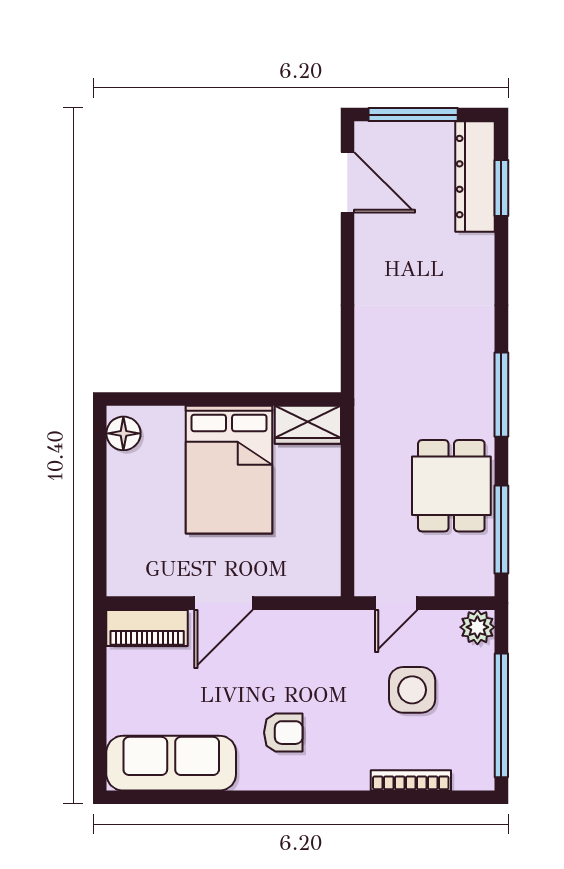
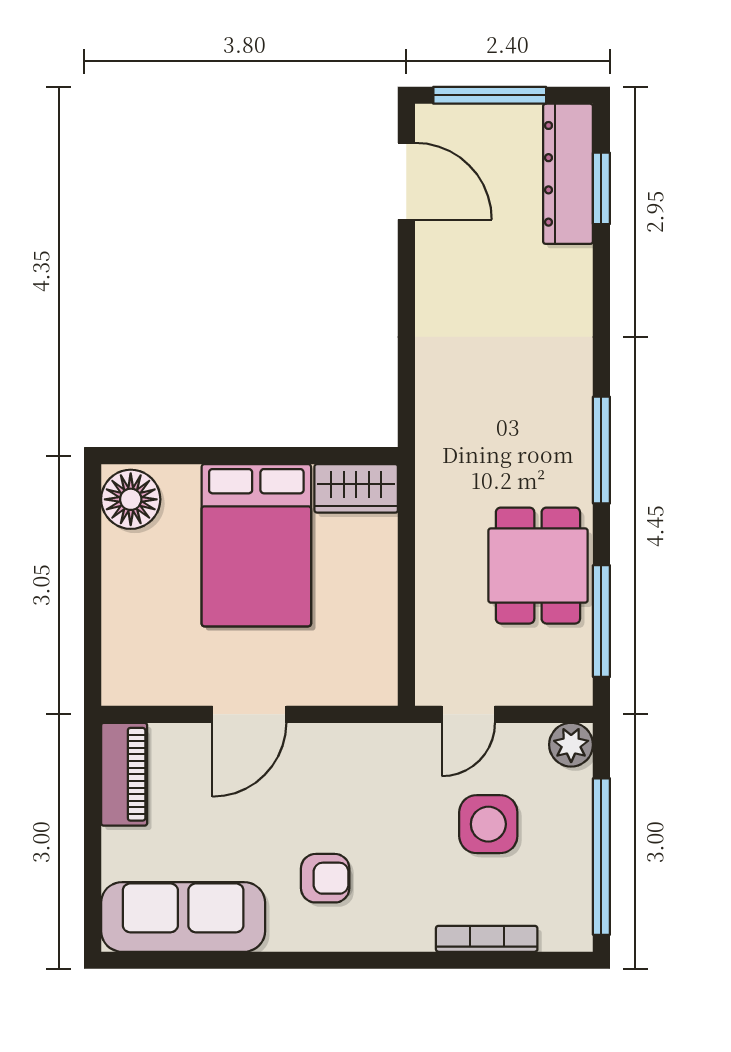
floor lamp: (123, 433) -> (131, 499), width x1.38, depth x1.38
piano: (147, 628) -> (124, 774), moved, turned -90

